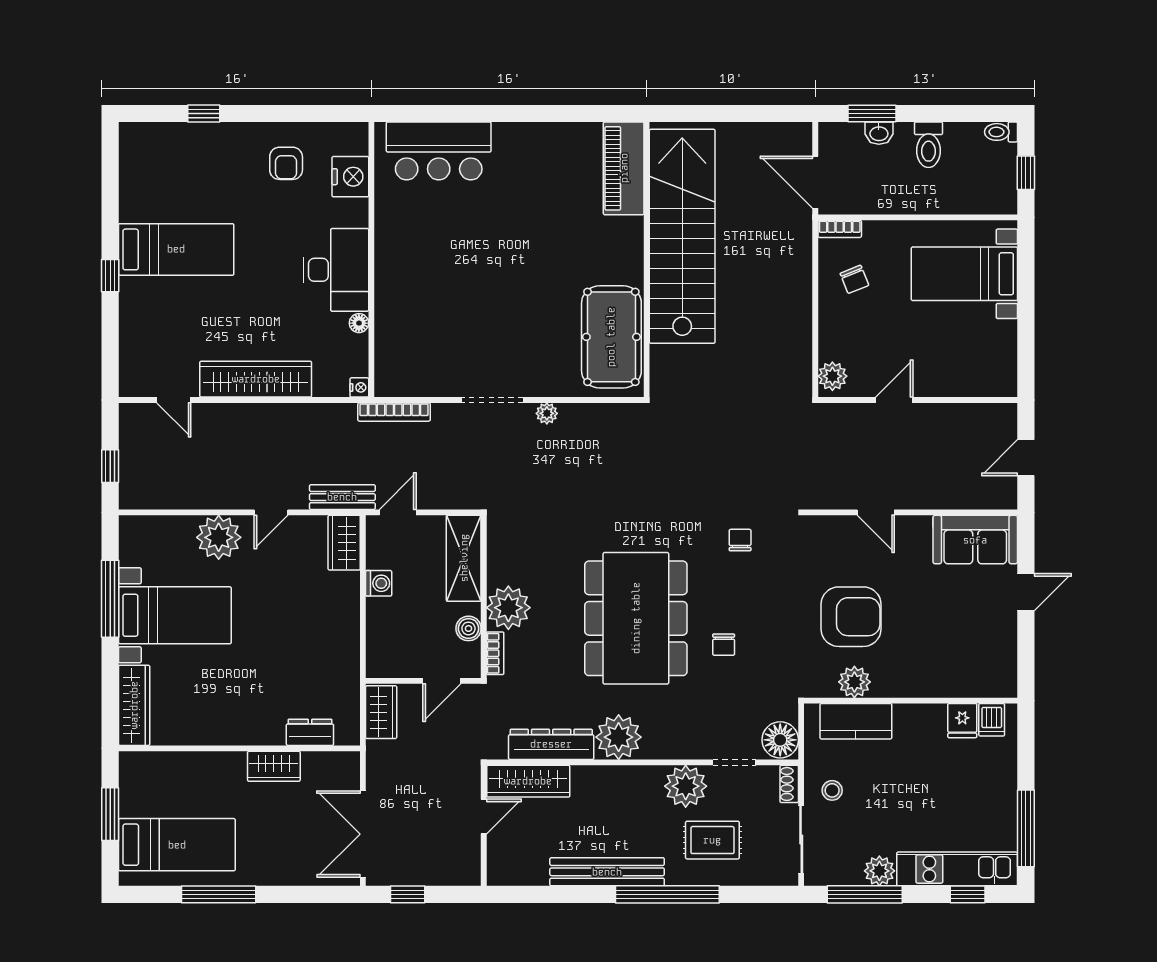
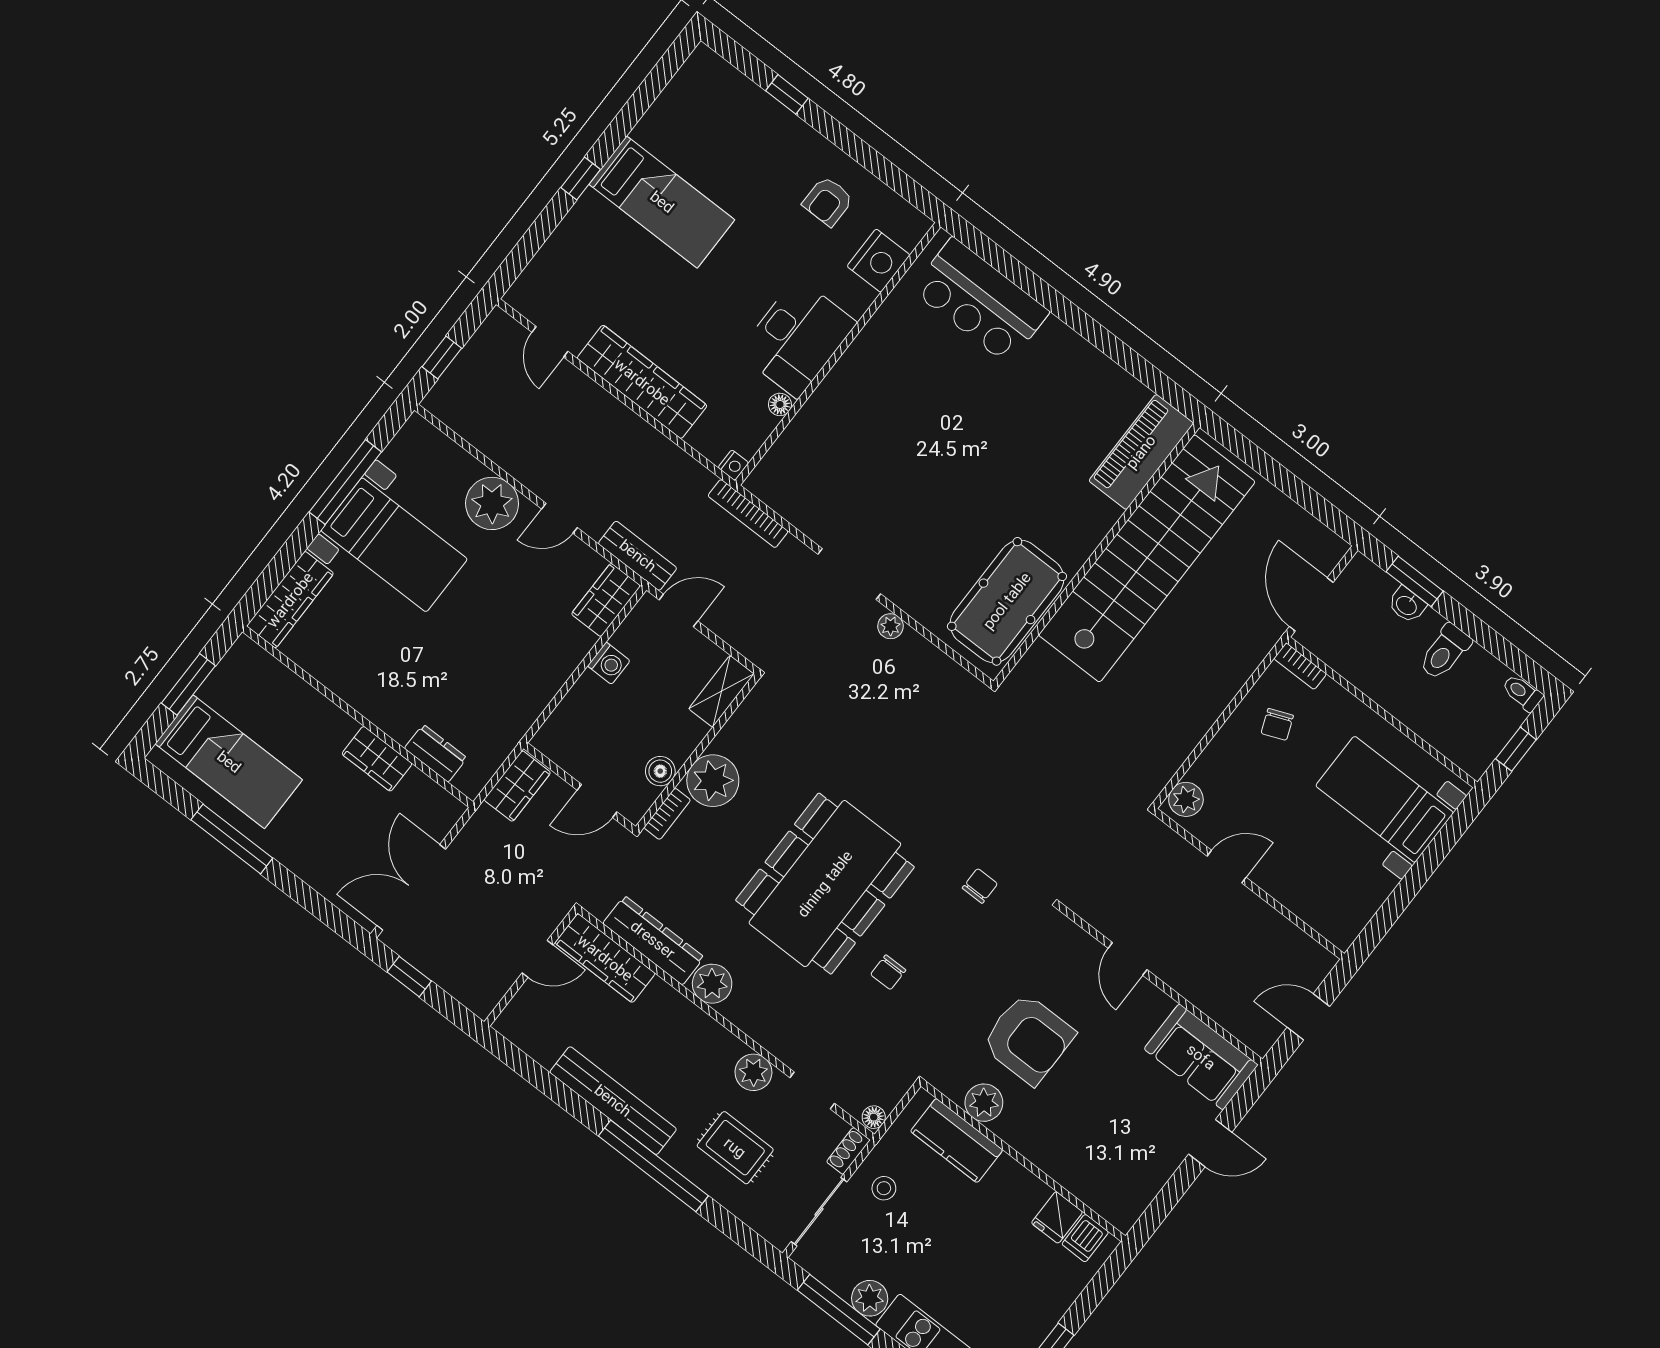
shelving: (464, 558) -> (721, 691), width x0.67, depth x0.75
plant: (619, 737) -> (712, 984), width x0.73, depth x0.73
floor lamp: (780, 740) -> (874, 1117), width x0.53, depth x0.53
plant: (686, 786) -> (753, 1072), width x0.73, depth x0.73

